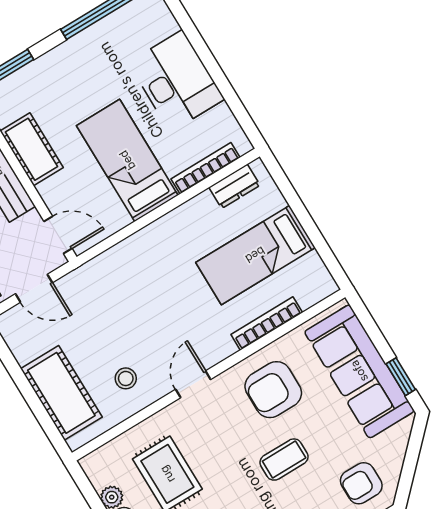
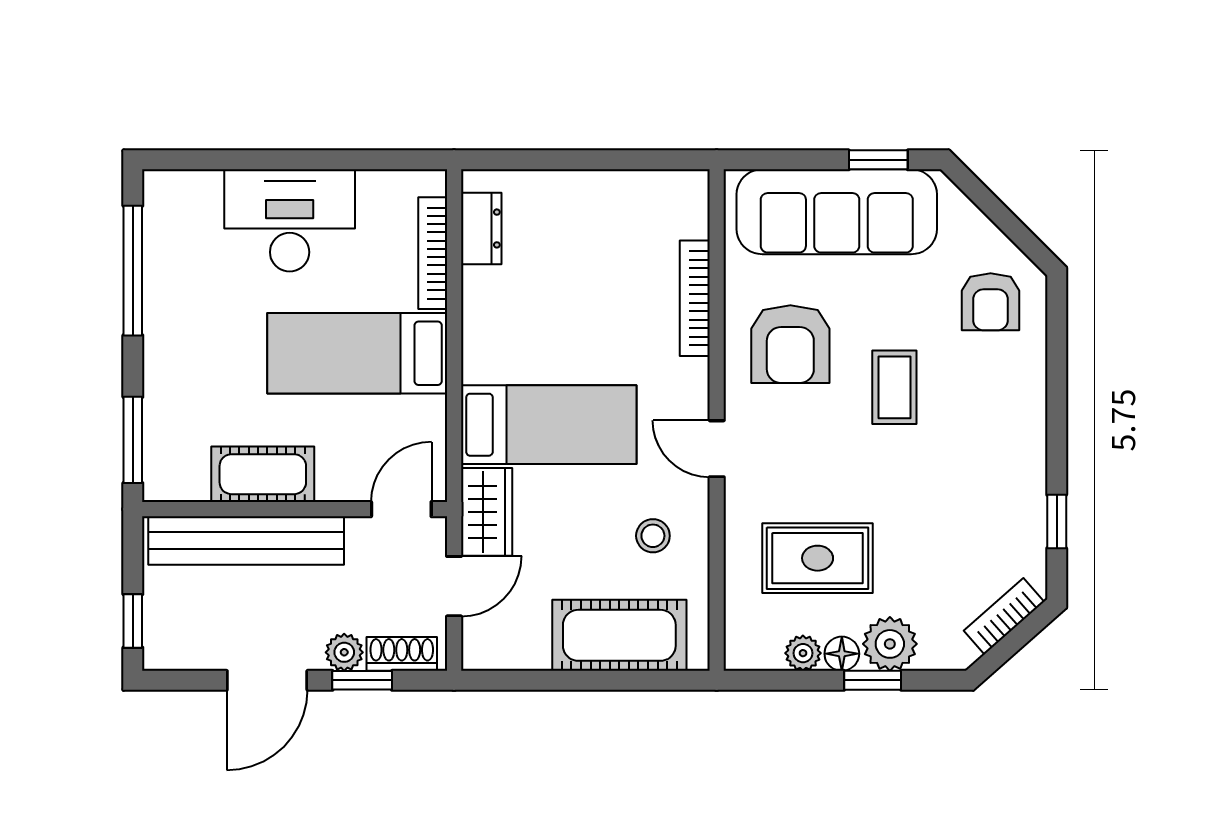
bed: (255, 255) -> (549, 425), moved, turned -90
wardrobe: (84, 282) -> (487, 512), added

